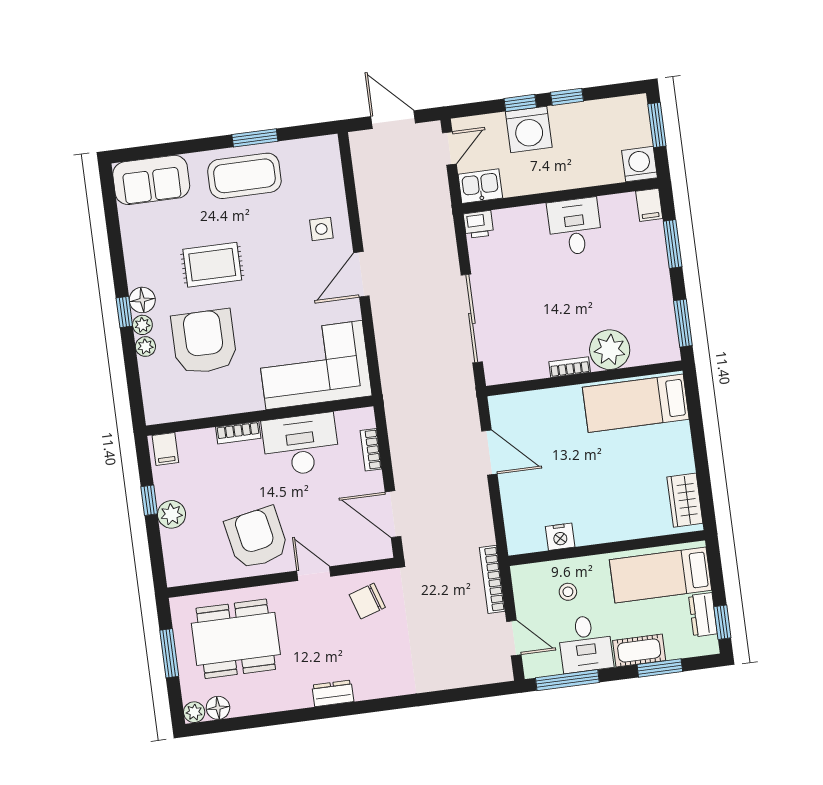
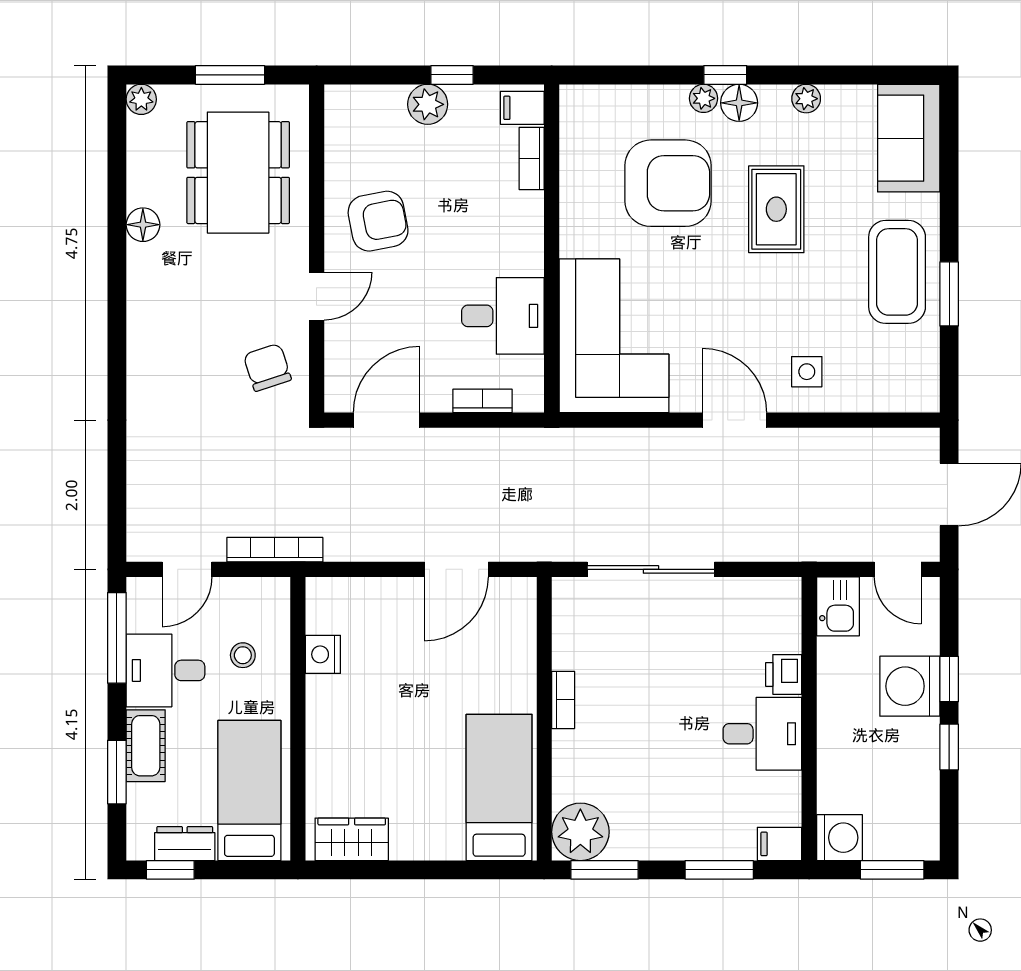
printer: (479, 224) -> (784, 674), moved
plant: (145, 347) -> (806, 99), moved
plant: (610, 350) -> (580, 832), moved
bookcase: (238, 433) -> (532, 158), moved
desk: (301, 445) -> (503, 316), width x0.73
armchair: (257, 538) -> (378, 221), width x0.73, depth x0.73
dresser: (333, 693) -> (142, 301), removed
floor lamp: (218, 708) -> (143, 225), moved

